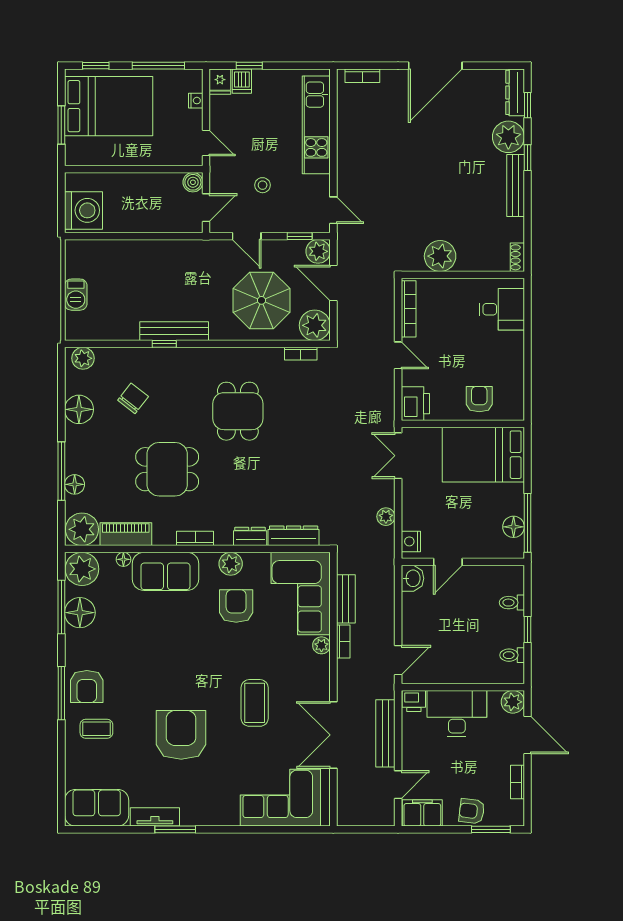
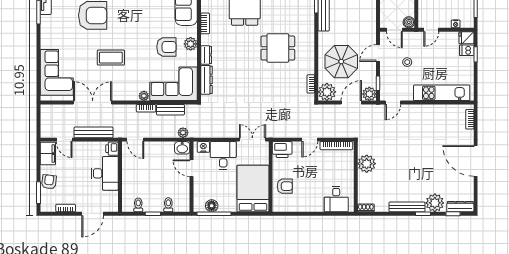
desk: (426, 507) -> (223, 155), added
plant: (386, 517) -> (183, 133), moved
plant: (513, 702) -> (112, 205), removed

